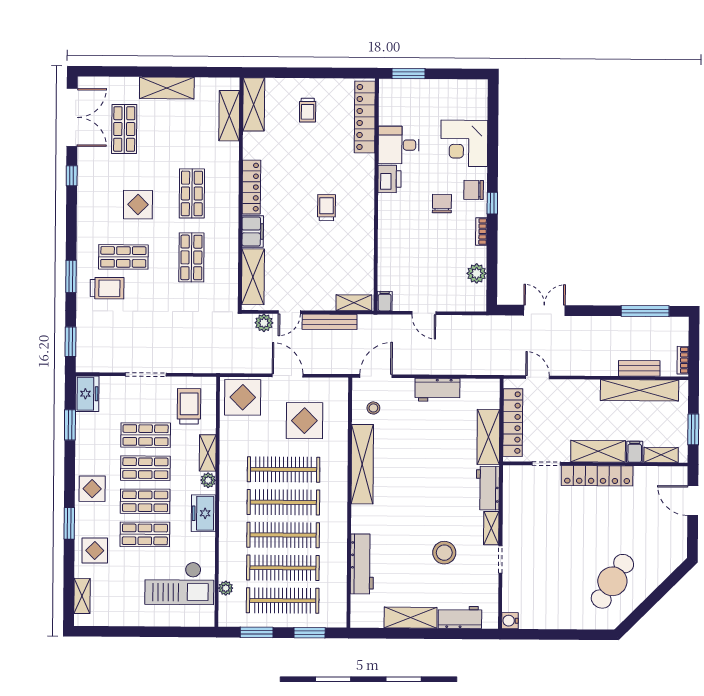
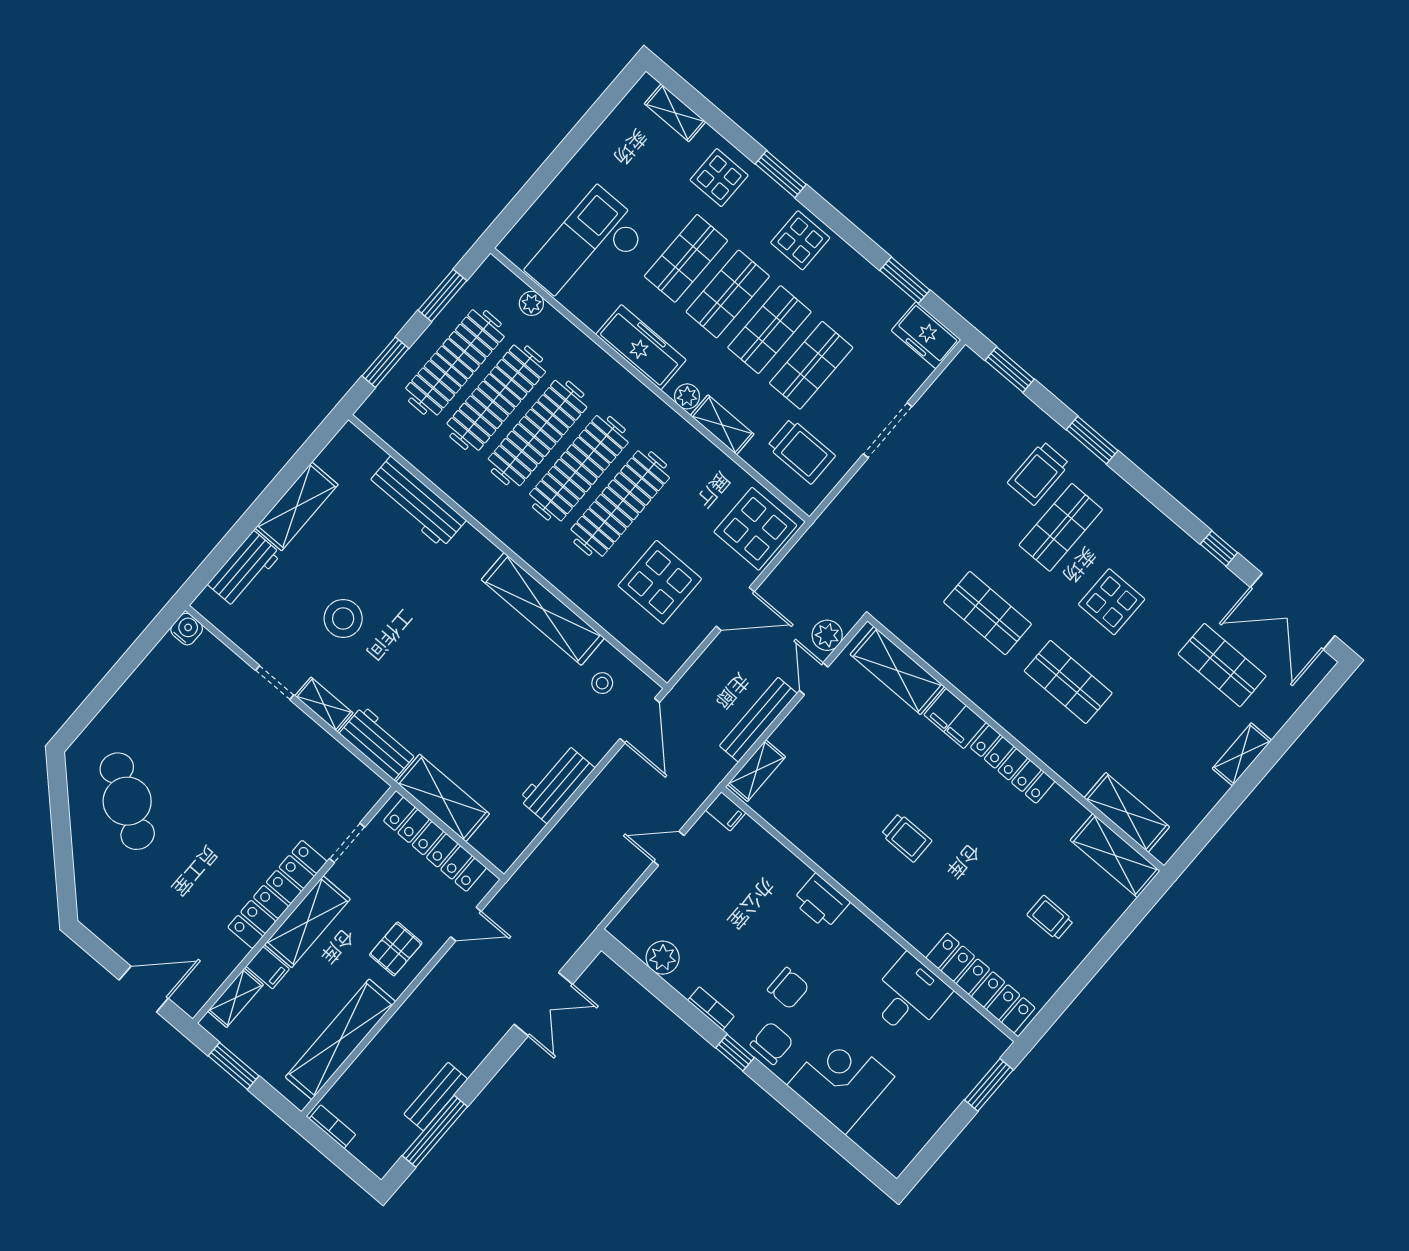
shelving: (167, 88) -> (1242, 754), width x0.67, depth x0.75
printer: (389, 179) -> (821, 901), moved
bench: (639, 368) -> (436, 1097), moved
pallet: (576, 400) -> (396, 949), added
freezer: (203, 513) -> (641, 347), width x1.40

